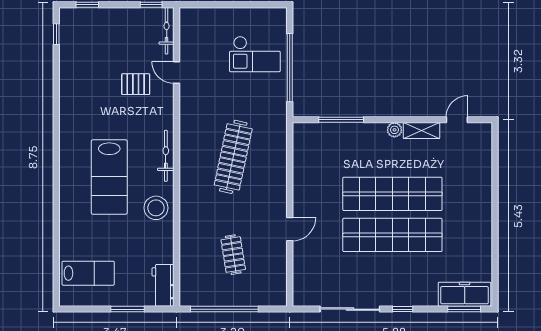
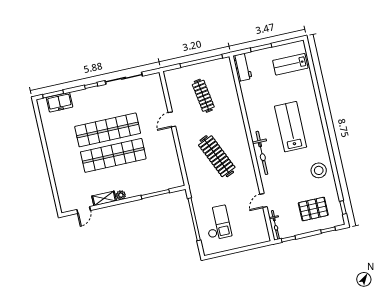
checkout: (255, 54) -> (218, 223), turned 90
door: (177, 73) -> (263, 200), swing flipped
pallet: (136, 84) -> (313, 209), moved, width x1.50, depth x1.42
bicycle: (166, 156) -> (262, 153), width x1.37, depth x1.40
clothes rail: (233, 157) -> (217, 156), turned -36
stool: (156, 208) -> (319, 170), moved
clothes rail: (233, 255) -> (203, 96), width x1.36
freezer: (465, 294) -> (60, 102), width x0.71

